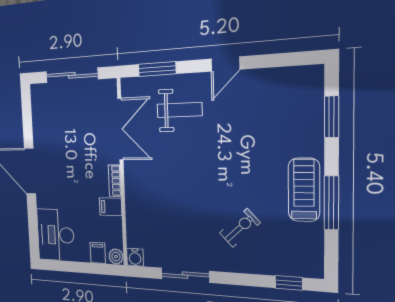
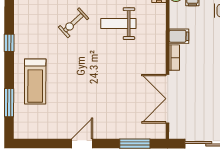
weight bench: (179, 110) -> (118, 24), moved
treadmill: (304, 190) -> (35, 82), moved
window: (331, 203) -> (9, 43), width x0.46

